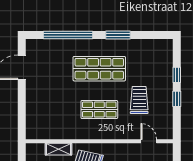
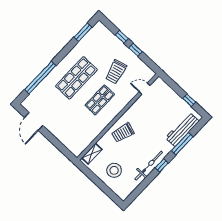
window: (118, 35) -> (83, 32), moved
trolley: (139, 100) -> (116, 72), turned -105
shelving: (58, 149) -> (92, 154), moved

